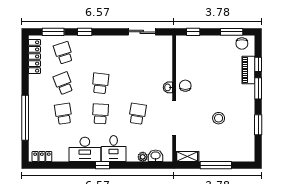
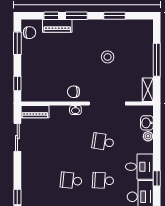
piano: (166, 49) -> (35, 112), added

